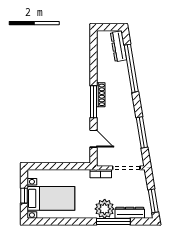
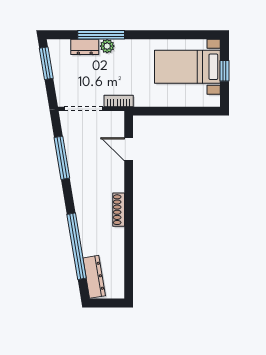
window: (94, 102) -> (129, 200), removed
plant: (105, 209) -> (107, 46), width x0.53, depth x0.53
dresser: (130, 213) -> (85, 47), width x0.70

